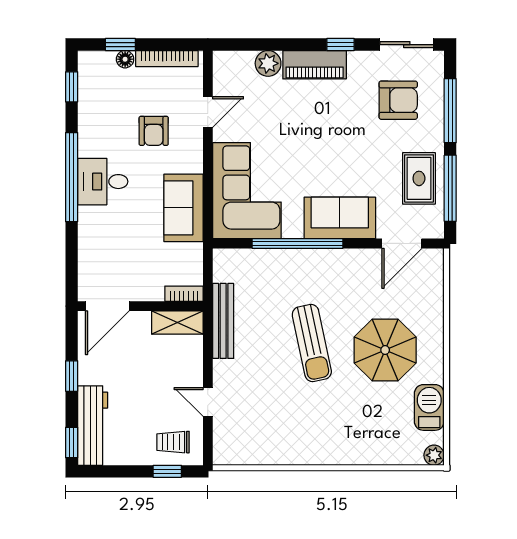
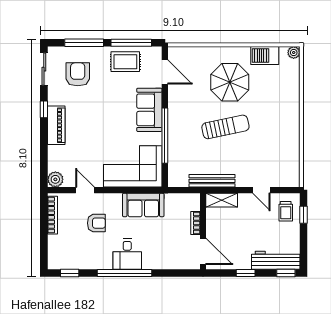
window: (120, 45) -> (44, 243), removed
floor lamp: (125, 59) -> (53, 241), removed
plant: (268, 63) -> (55, 179), moved
bookcase: (184, 294) -> (195, 223), moved
shelving: (177, 323) -> (222, 200), moved, turned 90
door: (208, 402) -> (261, 190), hinge flipped

